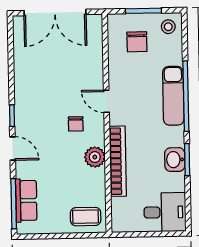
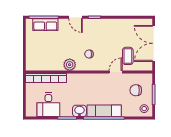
door: (106, 101) -> (116, 72), moved
door: (13, 149) -> (75, 17), hinge flipped
washbasin: (175, 160) -> (79, 111), moved
bookcase: (118, 161) -> (46, 78), moved
desk: (165, 212) -> (48, 105), moved
coffee table: (86, 217) -> (128, 56), moved

